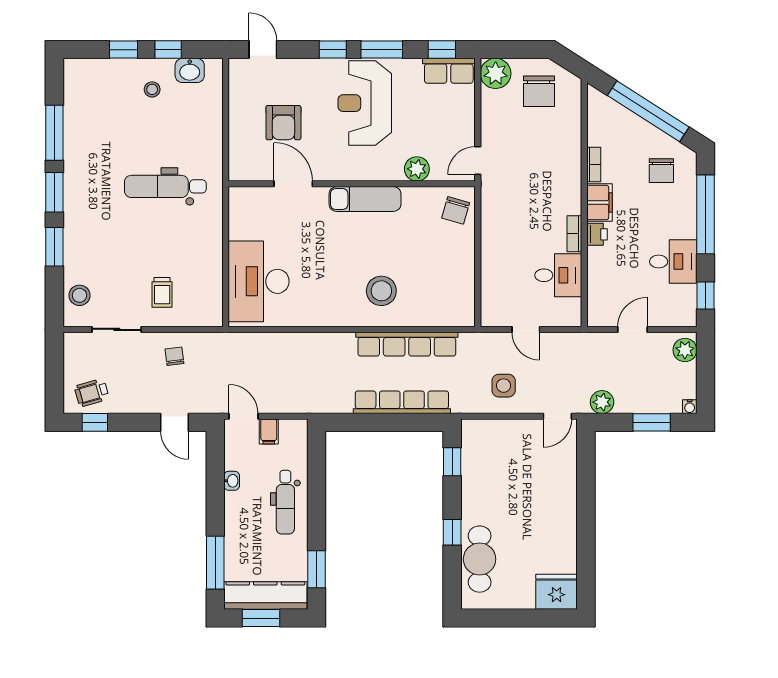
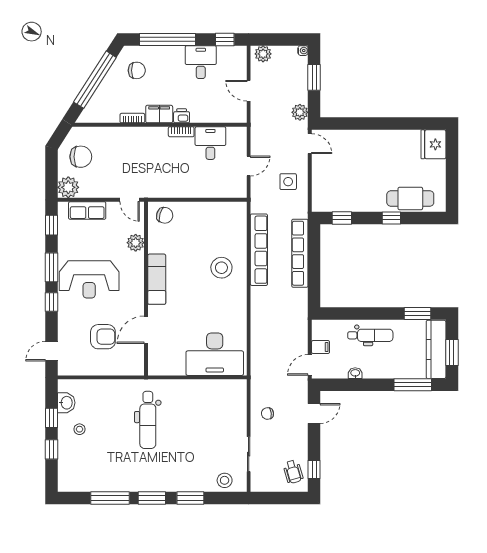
row of seats: (449, 71) -> (87, 211), moved, turned 90
trolley: (162, 292) -> (223, 422), removed

